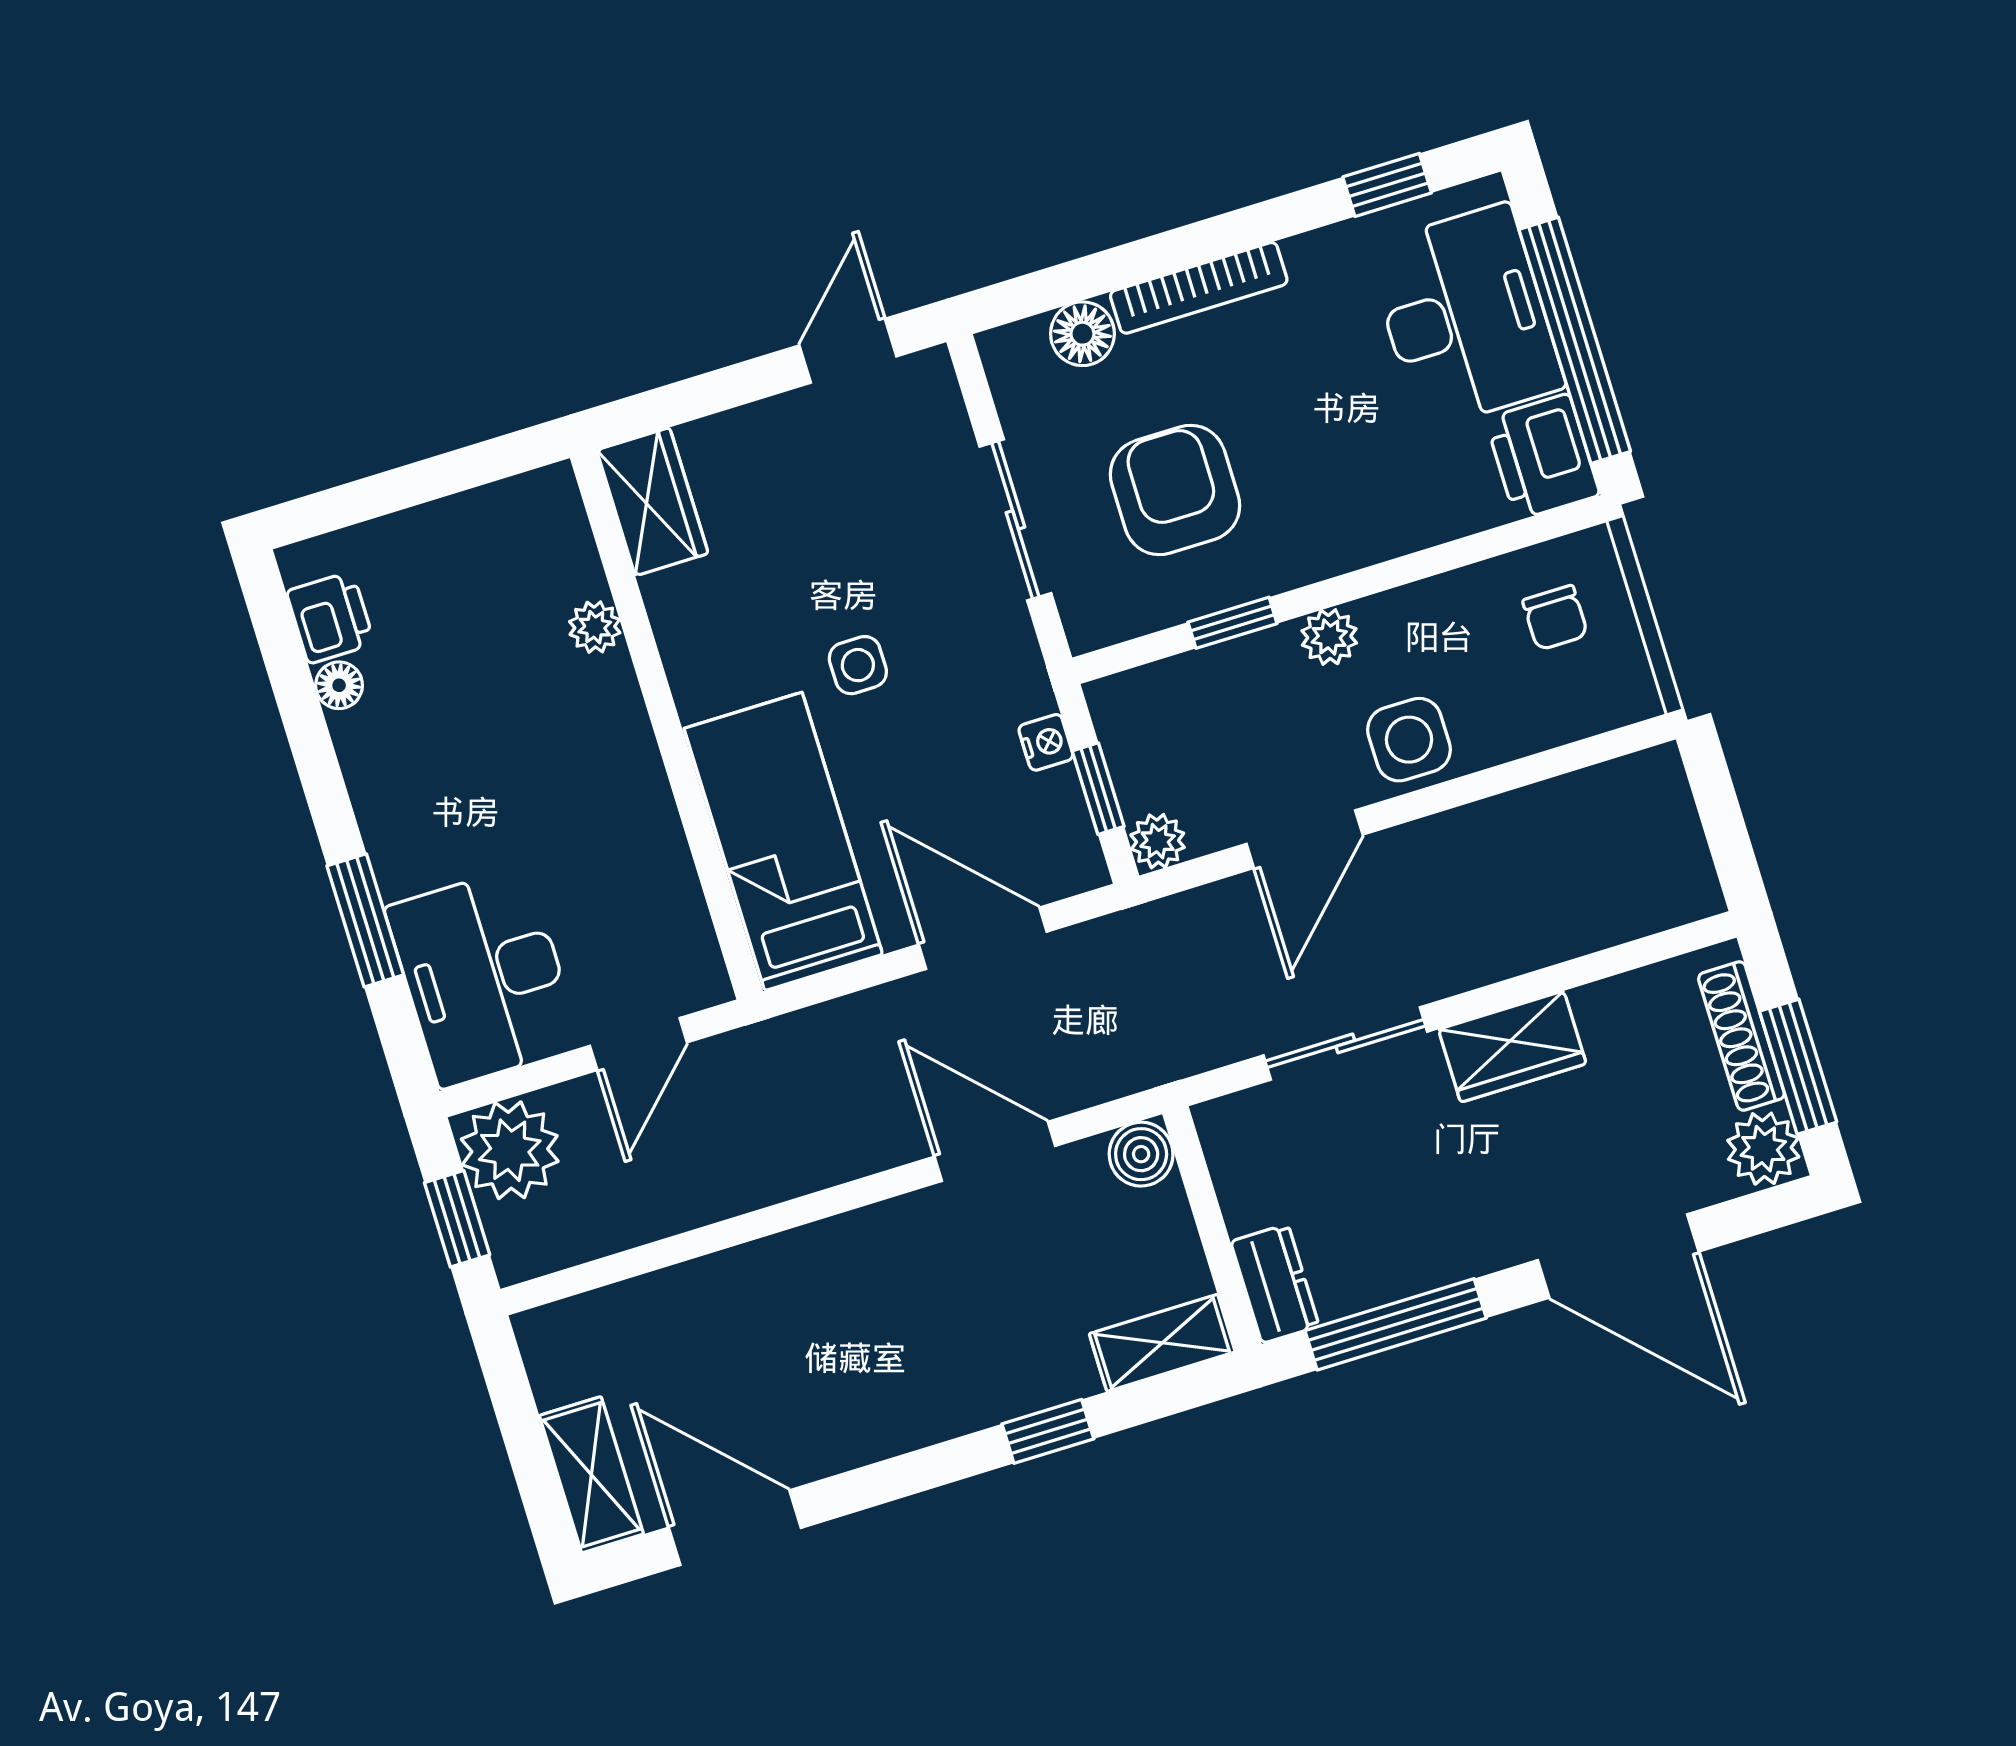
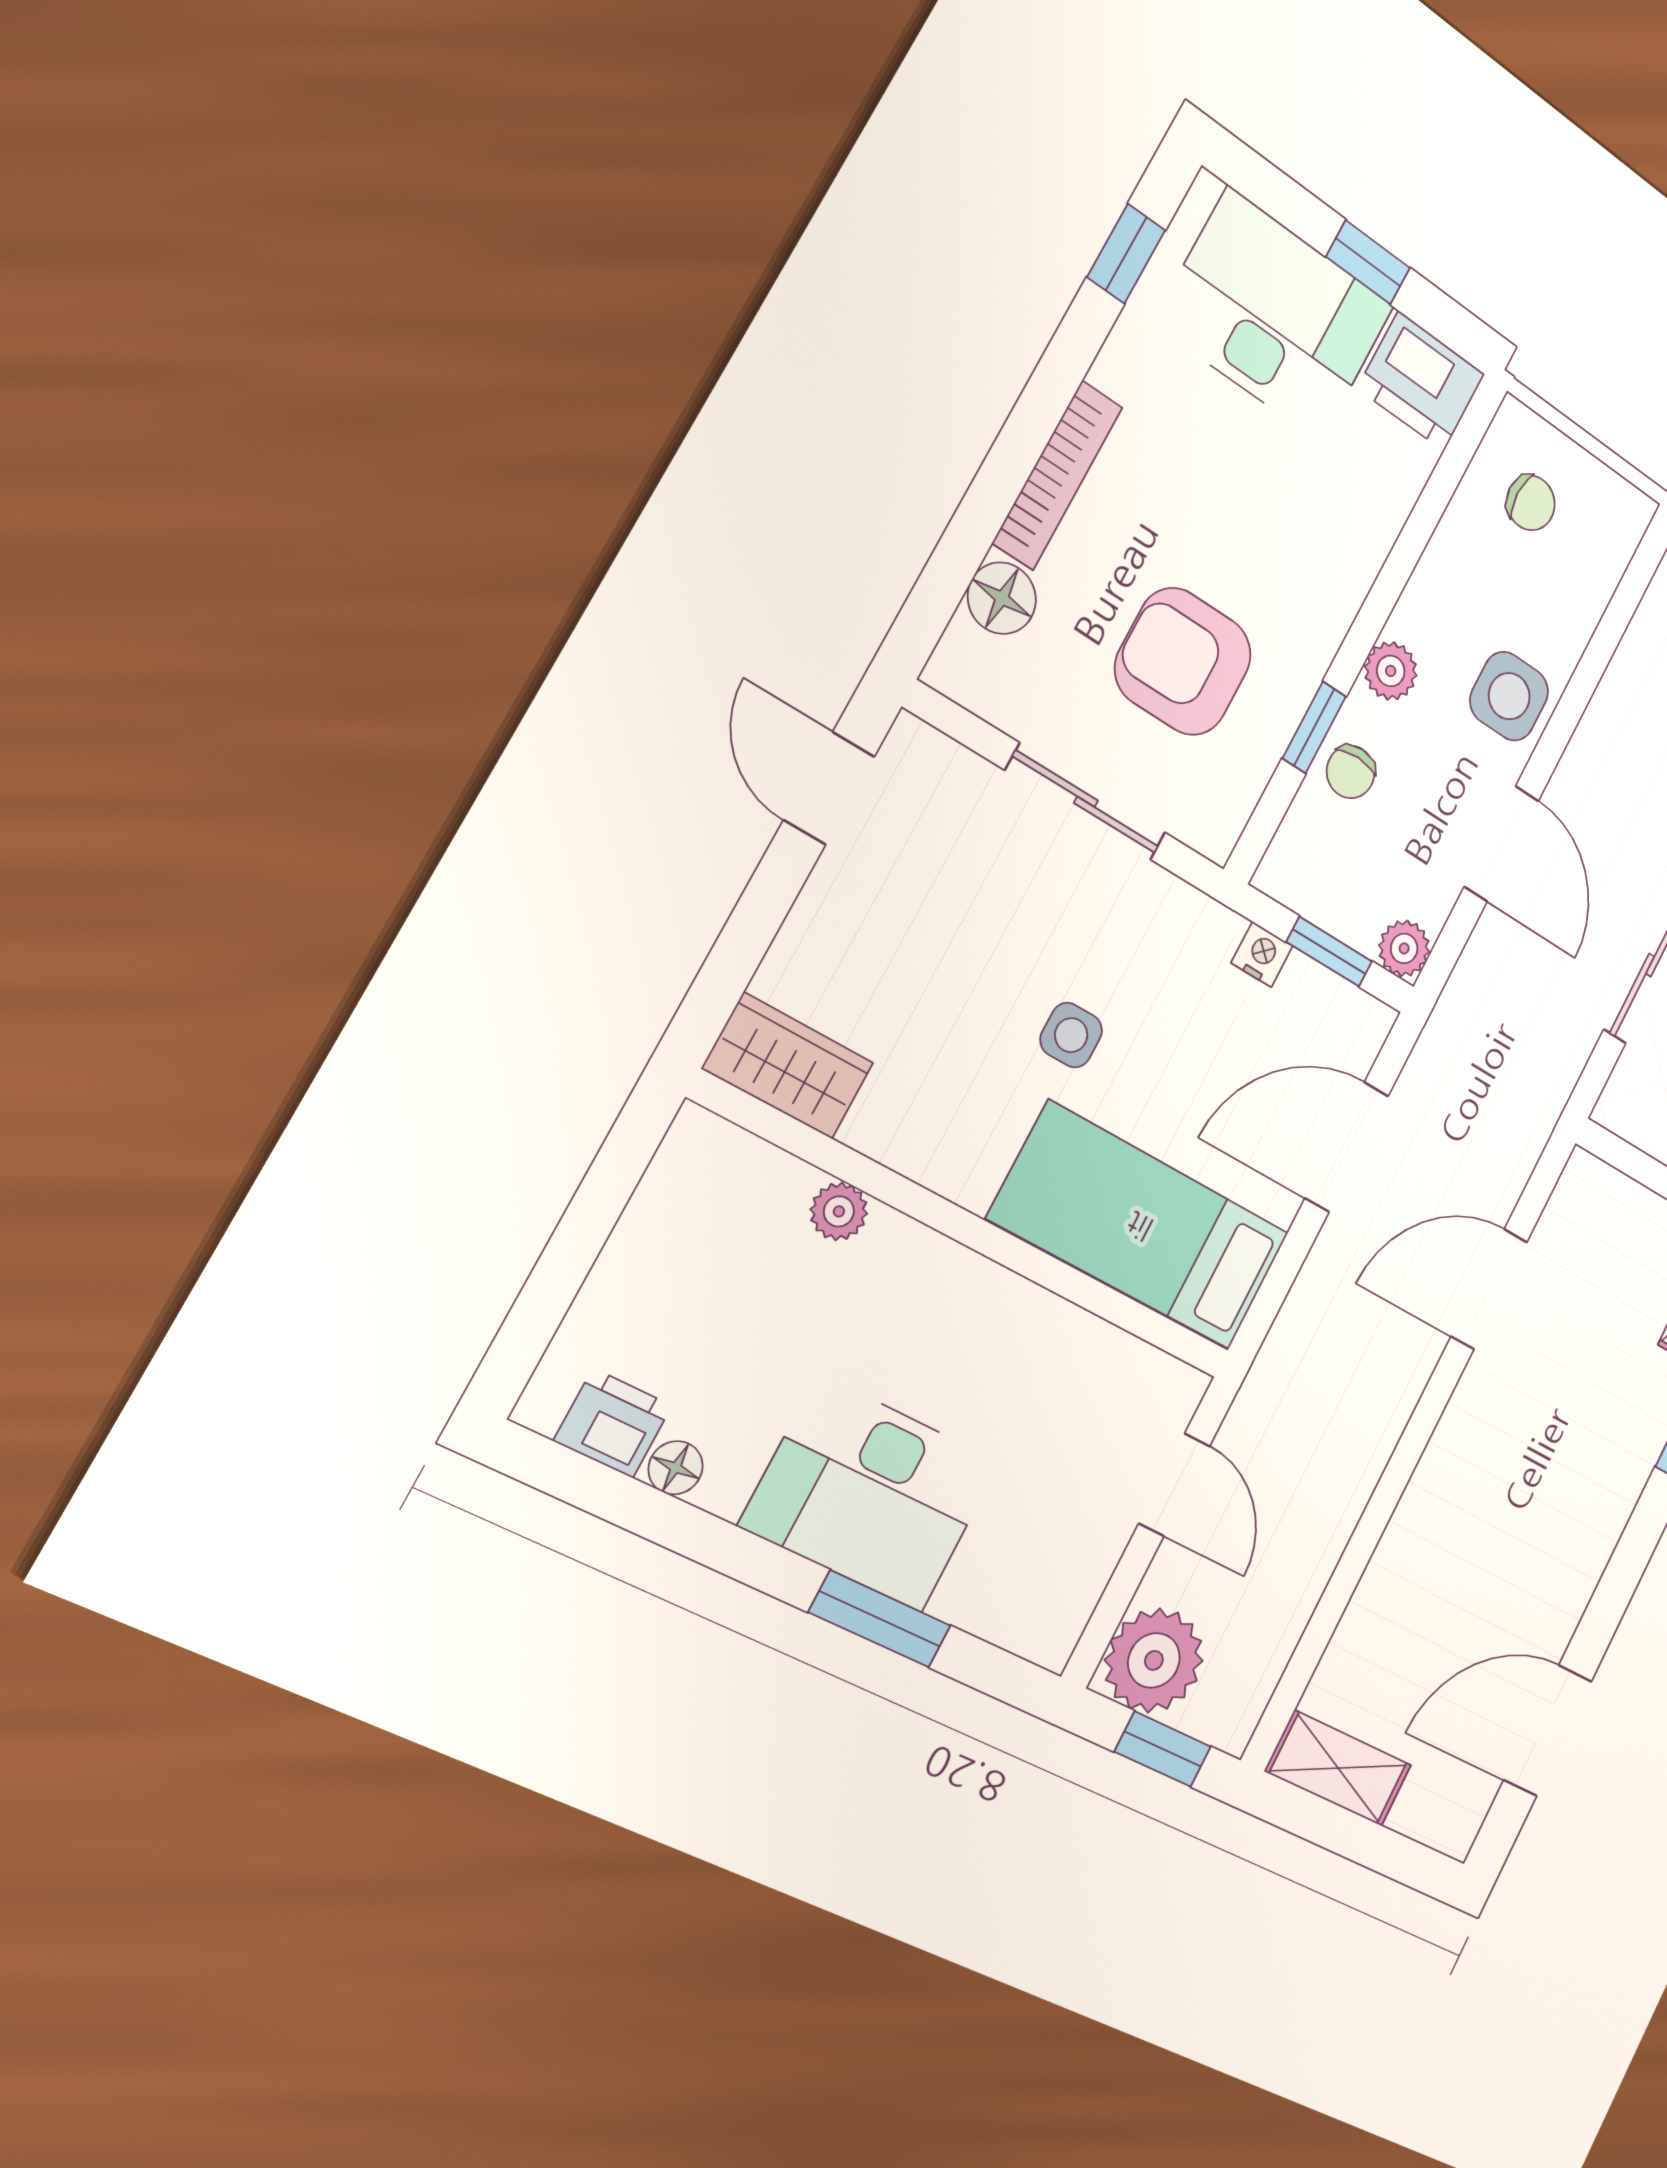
window: (1575, 340) -> (1368, 262), width x0.32
chair: (1232, 679) -> (1351, 772), added
desk: (483, 977) -> (871, 1494), moved
boiler: (1141, 1154) -> (1586, 1186), removed
shelving: (591, 1475) -> (1338, 1768), moved

